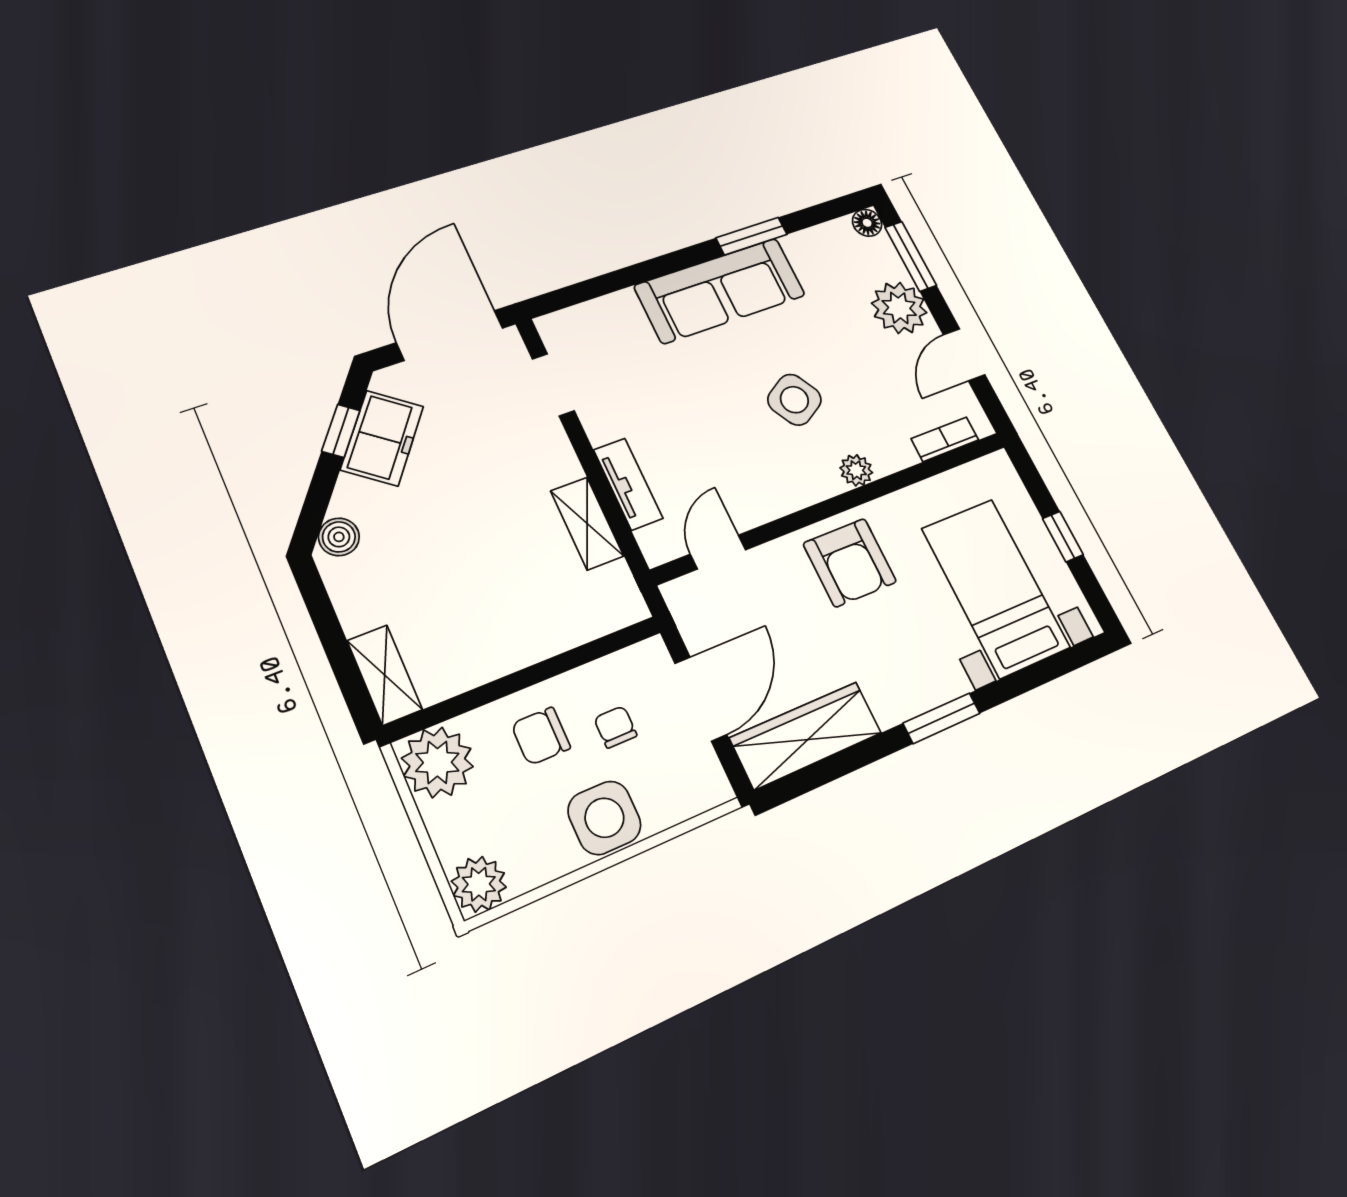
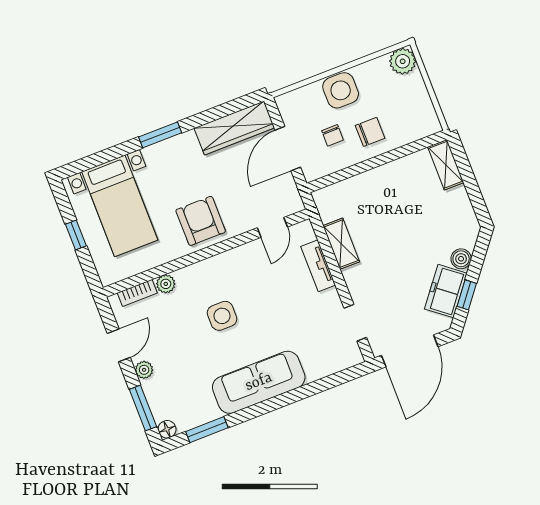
window: (752, 236) -> (207, 430), moved
plant: (899, 308) -> (144, 370), width x0.53, depth x0.53
side table: (794, 400) -> (222, 316), turned 30
plant: (856, 470) -> (166, 284), moved
boiler: (339, 537) -> (461, 259), moved
plant: (437, 762) -> (421, 120), removed

